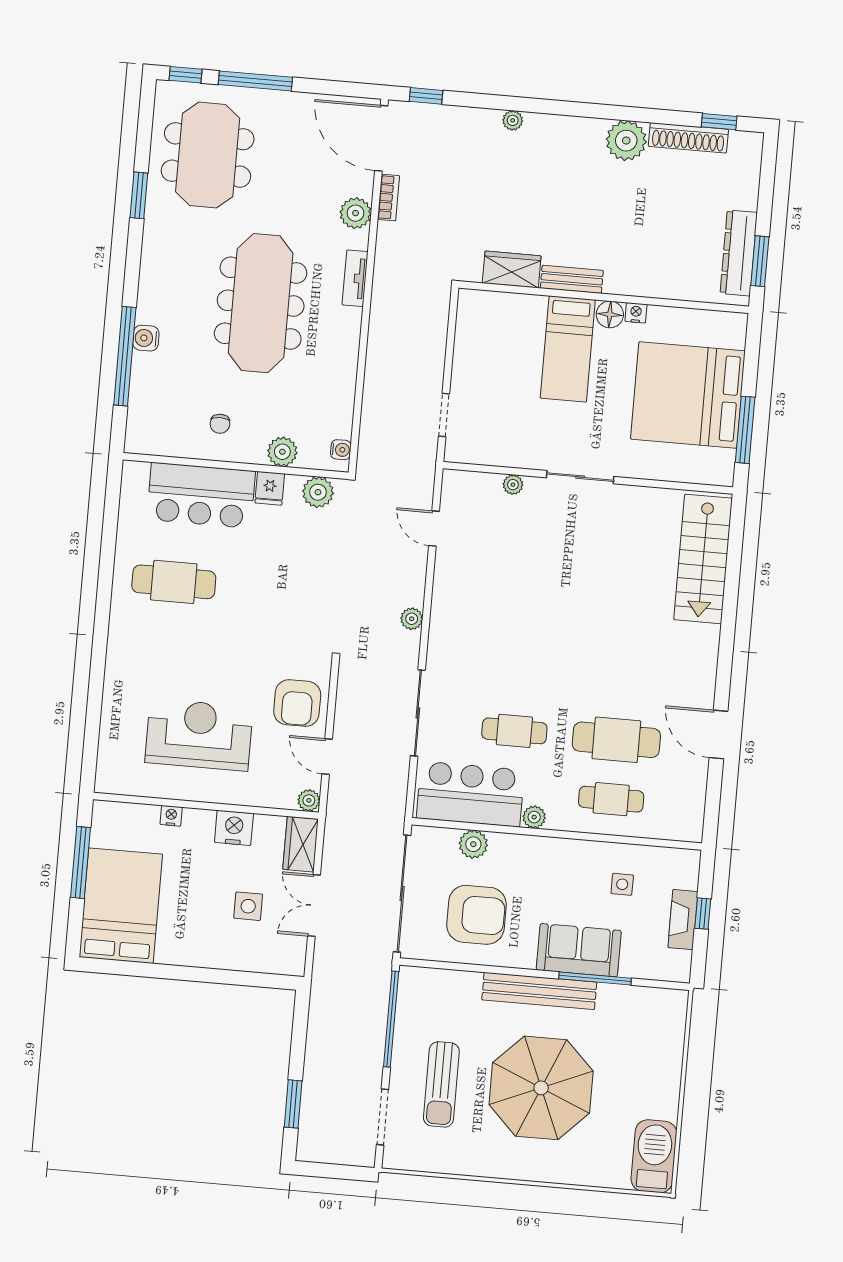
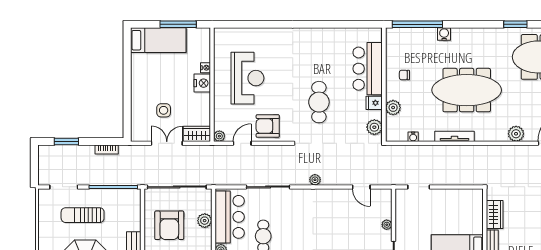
bookcase: (388, 198) -> (107, 150), moved
tv unit: (355, 278) -> (454, 136), moved, width x1.41
window: (125, 356) -> (417, 24), moved
water cooler: (341, 450) -> (413, 137), moved
door: (434, 529) -> (361, 187), swing flipped
cafe table: (174, 582) -> (319, 102), moved
nightstand: (234, 828) -> (202, 83), moved
bed: (121, 906) -> (158, 40), width x0.67

